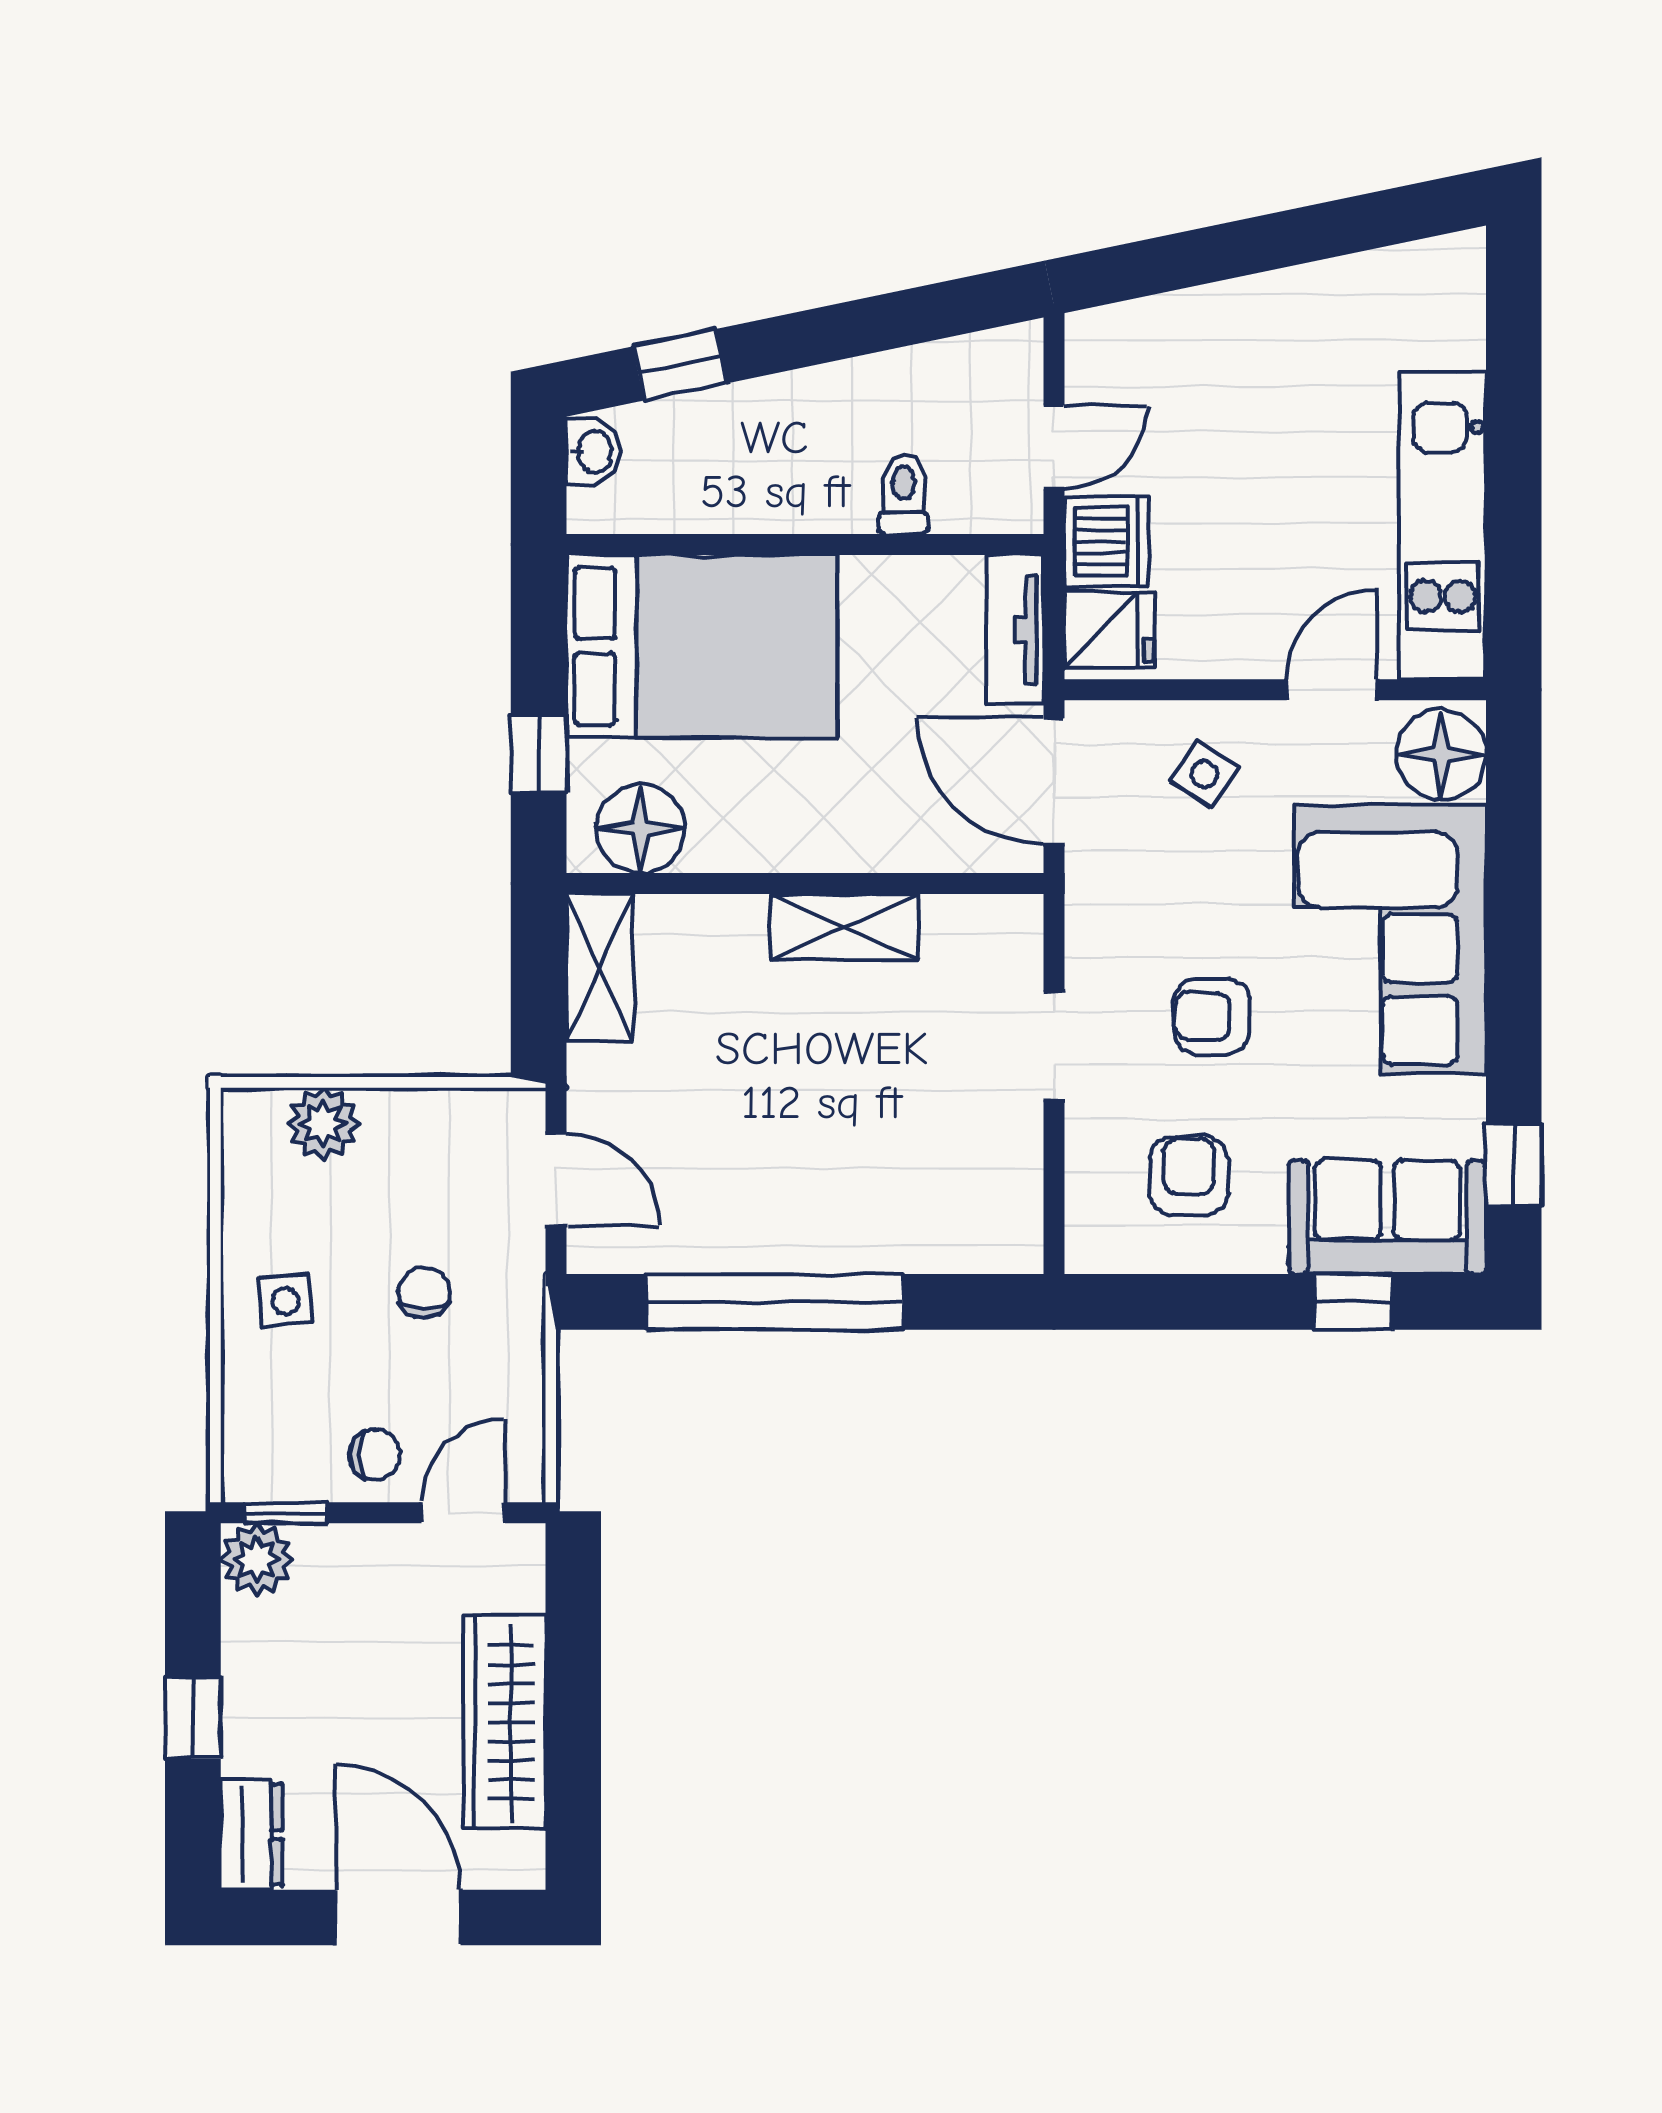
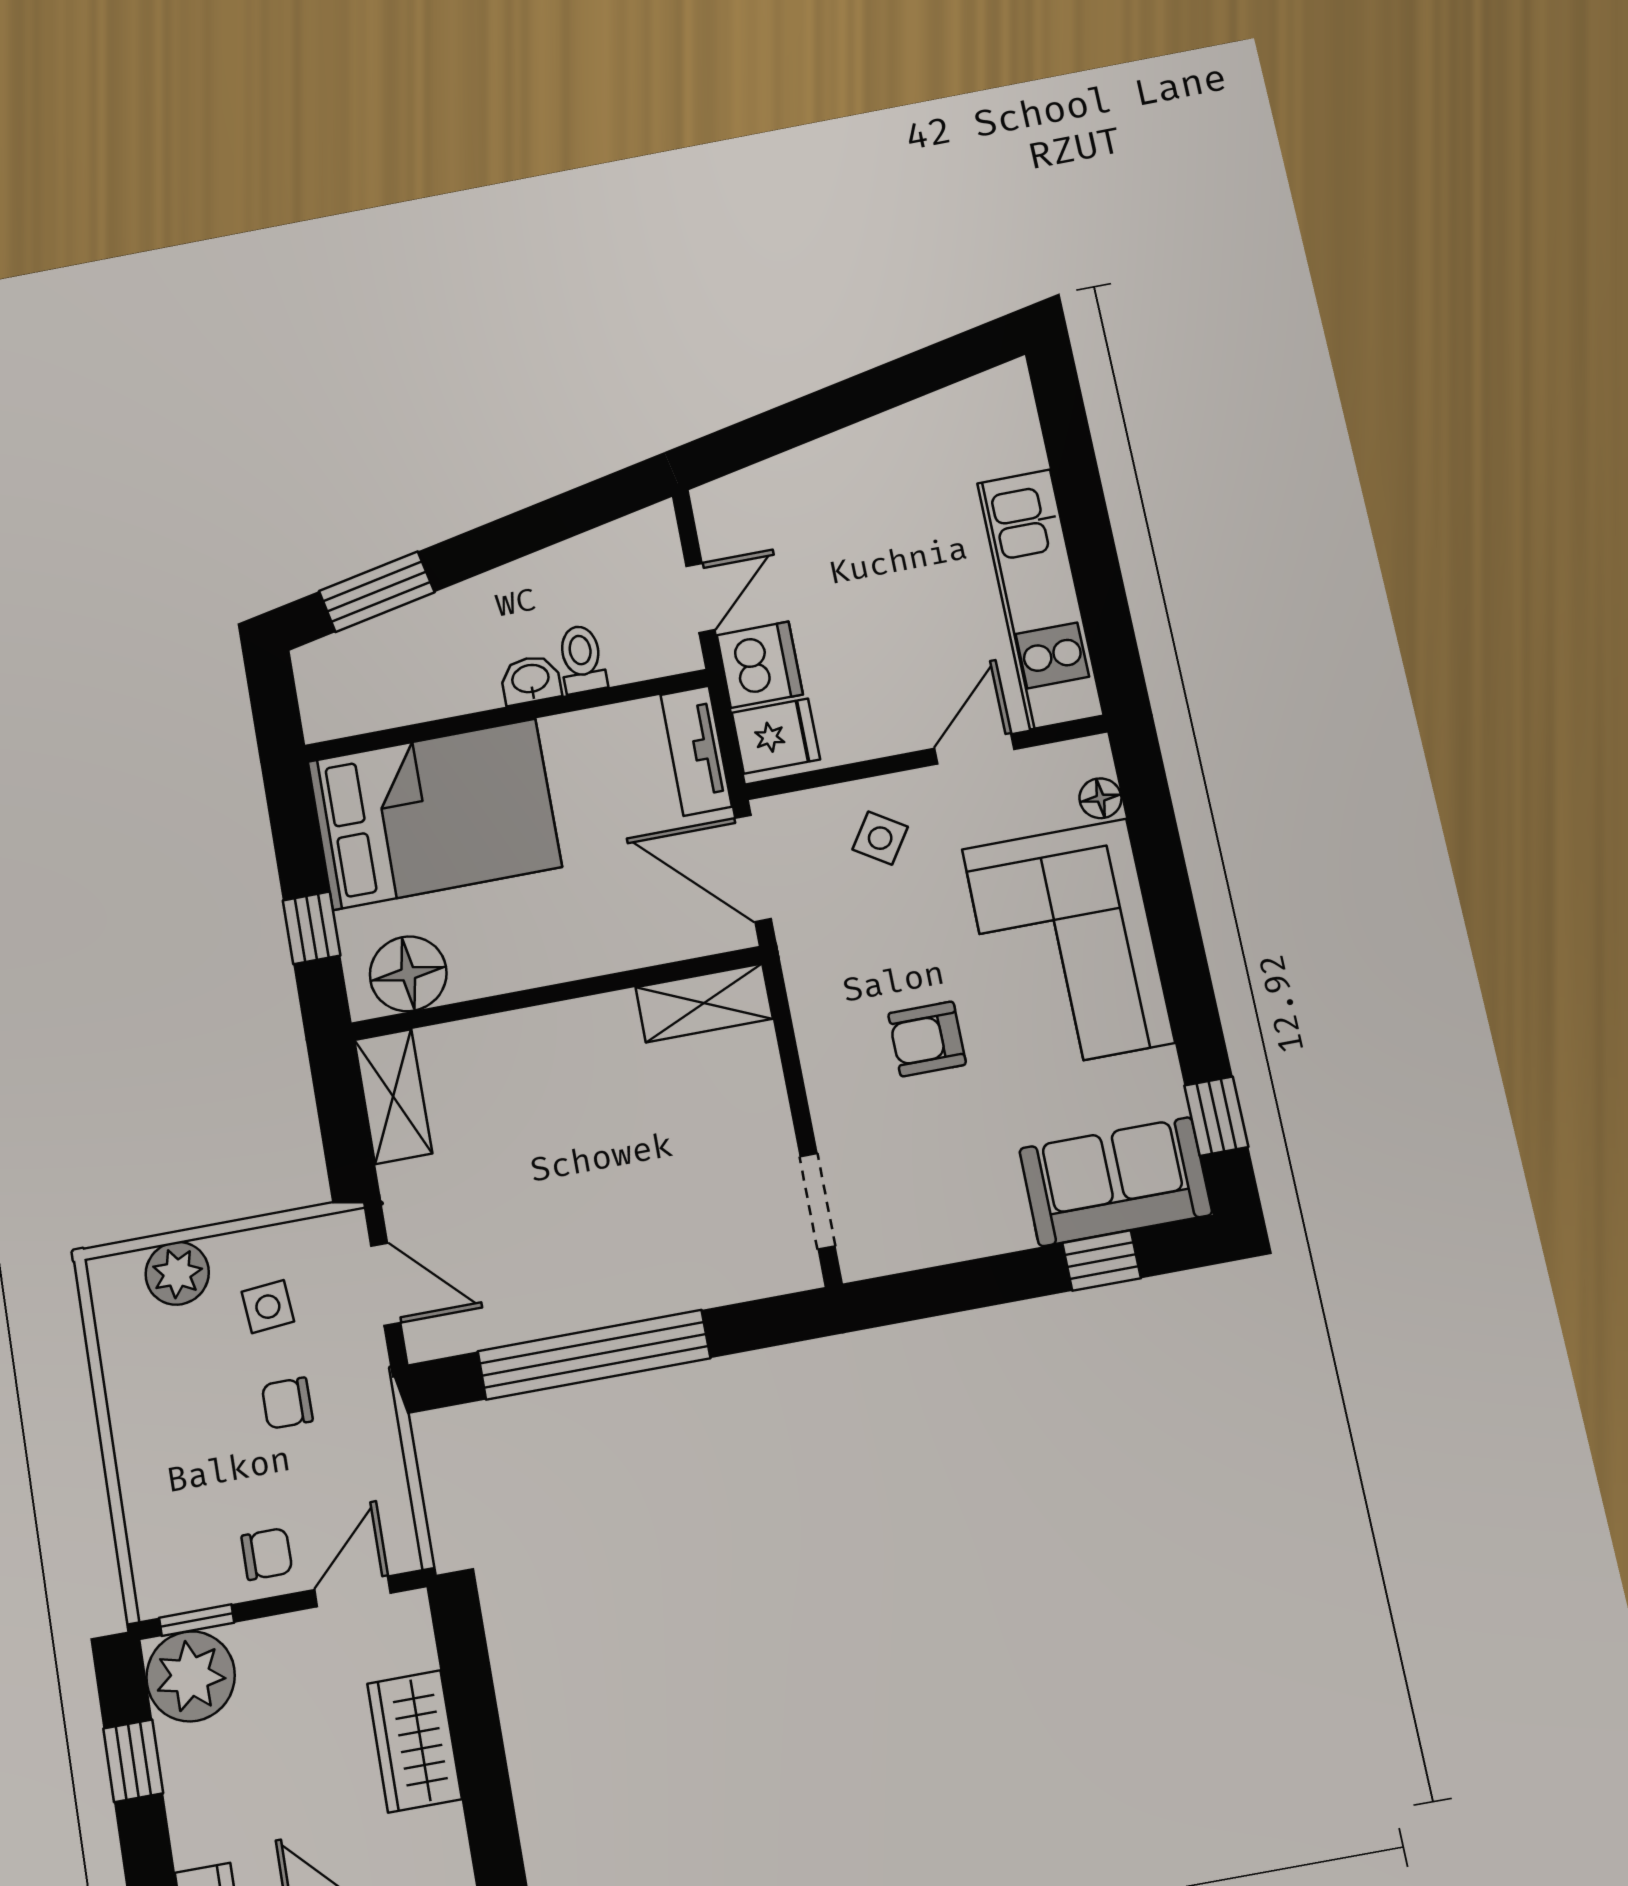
window: (680, 365) -> (377, 592), width x1.50
washbasin: (593, 452) -> (531, 680), moved, turned -90
floor lamp: (1441, 755) -> (1100, 798), width x0.53, depth x0.53
shelving: (845, 927) -> (704, 1003), moved
doorway: (1054, 1046) -> (818, 1201), moved
armchair: (1189, 1176) -> (935, 1178), removed
chair: (424, 1292) -> (287, 1403), turned -90
side table: (286, 1301) -> (268, 1307), moved
plant: (257, 1559) -> (191, 1676), width x1.36, depth x1.36
window: (193, 1718) -> (133, 1761), moved
wardrobe: (504, 1722) -> (414, 1741), width x0.67

